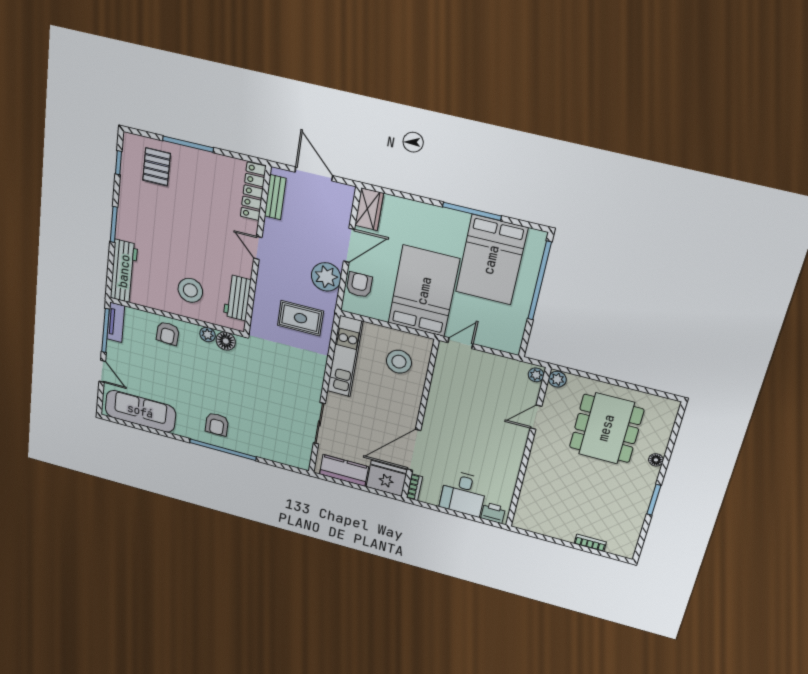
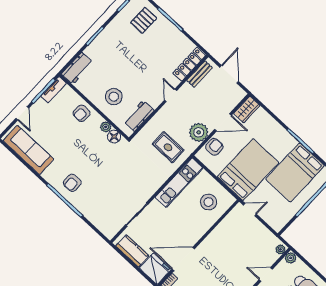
workbench: (124, 271) -> (77, 68), width x0.73

